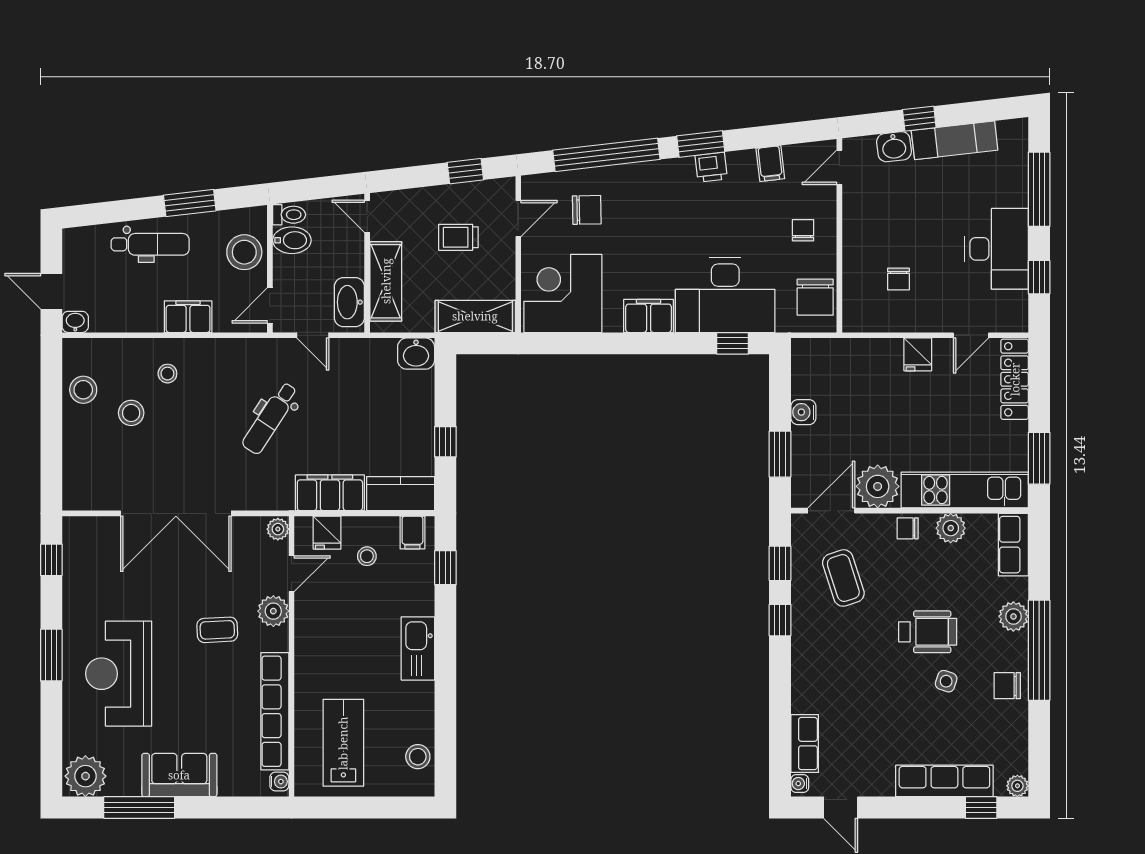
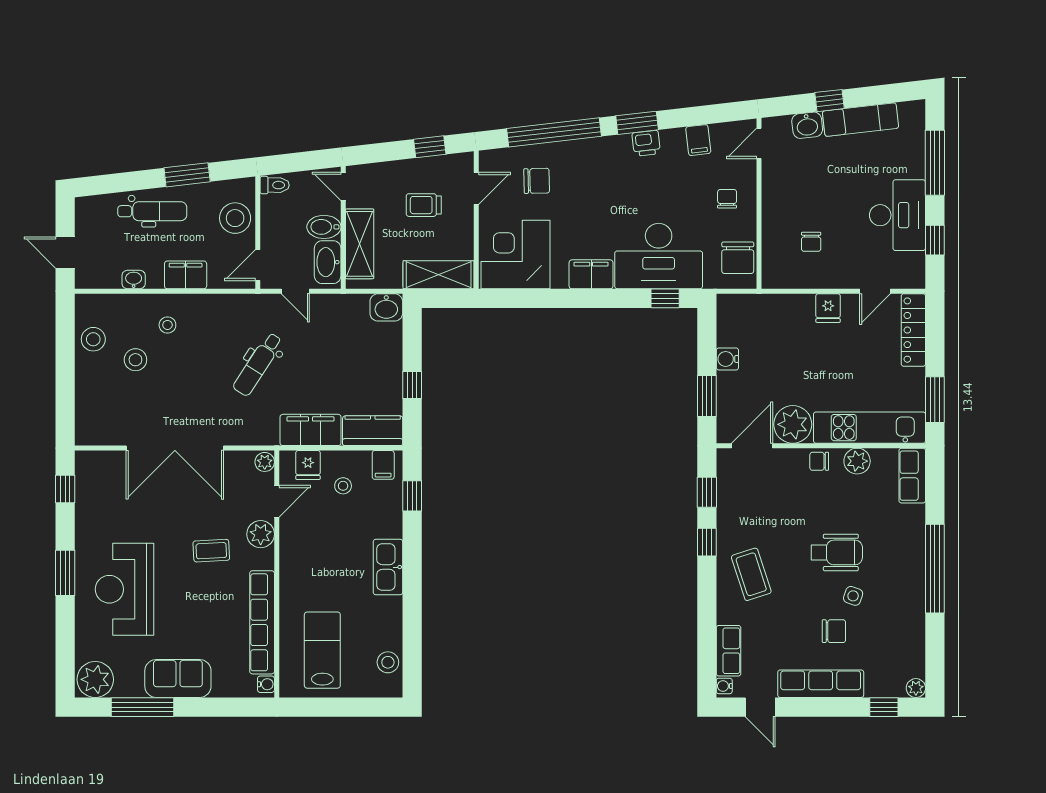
bidet: (292, 240) -> (324, 227), moved, turned 180
washbasin: (75, 322) -> (134, 280), moved
coffee table: (843, 578) -> (751, 574), moved
plant: (1013, 616) -> (912, 539), removed
chair: (1007, 686) -> (834, 631), moved, turned 180
row of seats: (944, 781) -> (821, 684), moved

